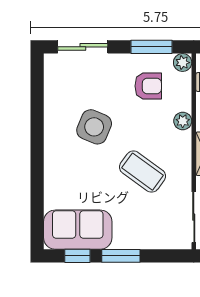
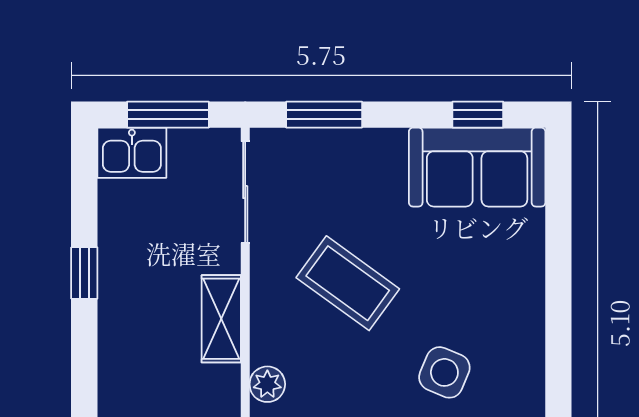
side table: (94, 127) -> (444, 372), width x0.73, depth x0.73
window: (121, 256) -> (324, 115), moved

